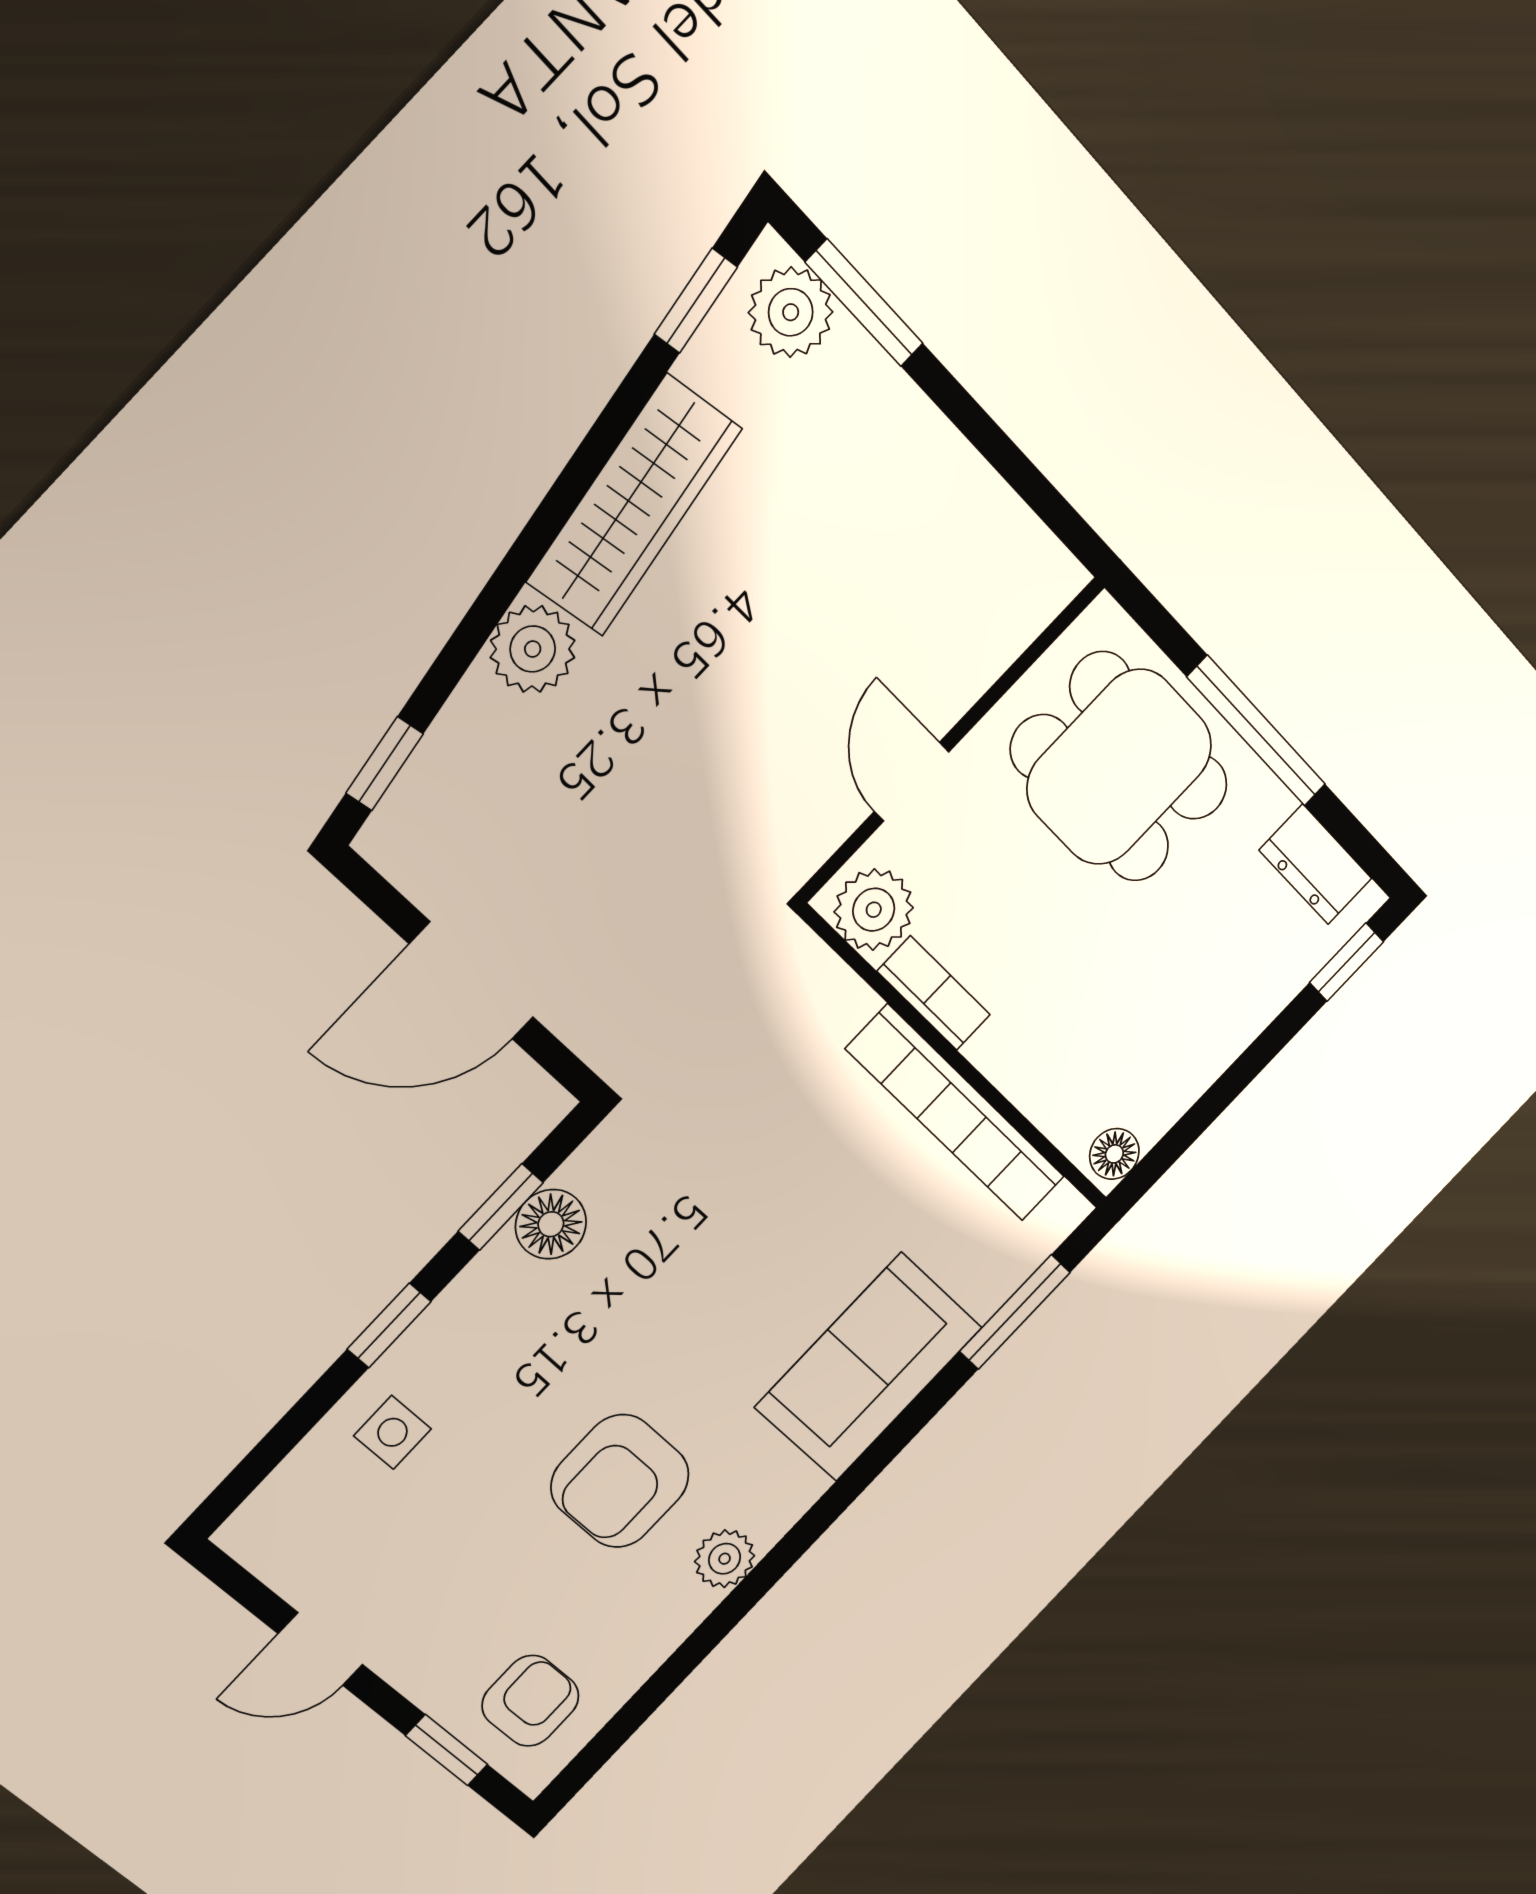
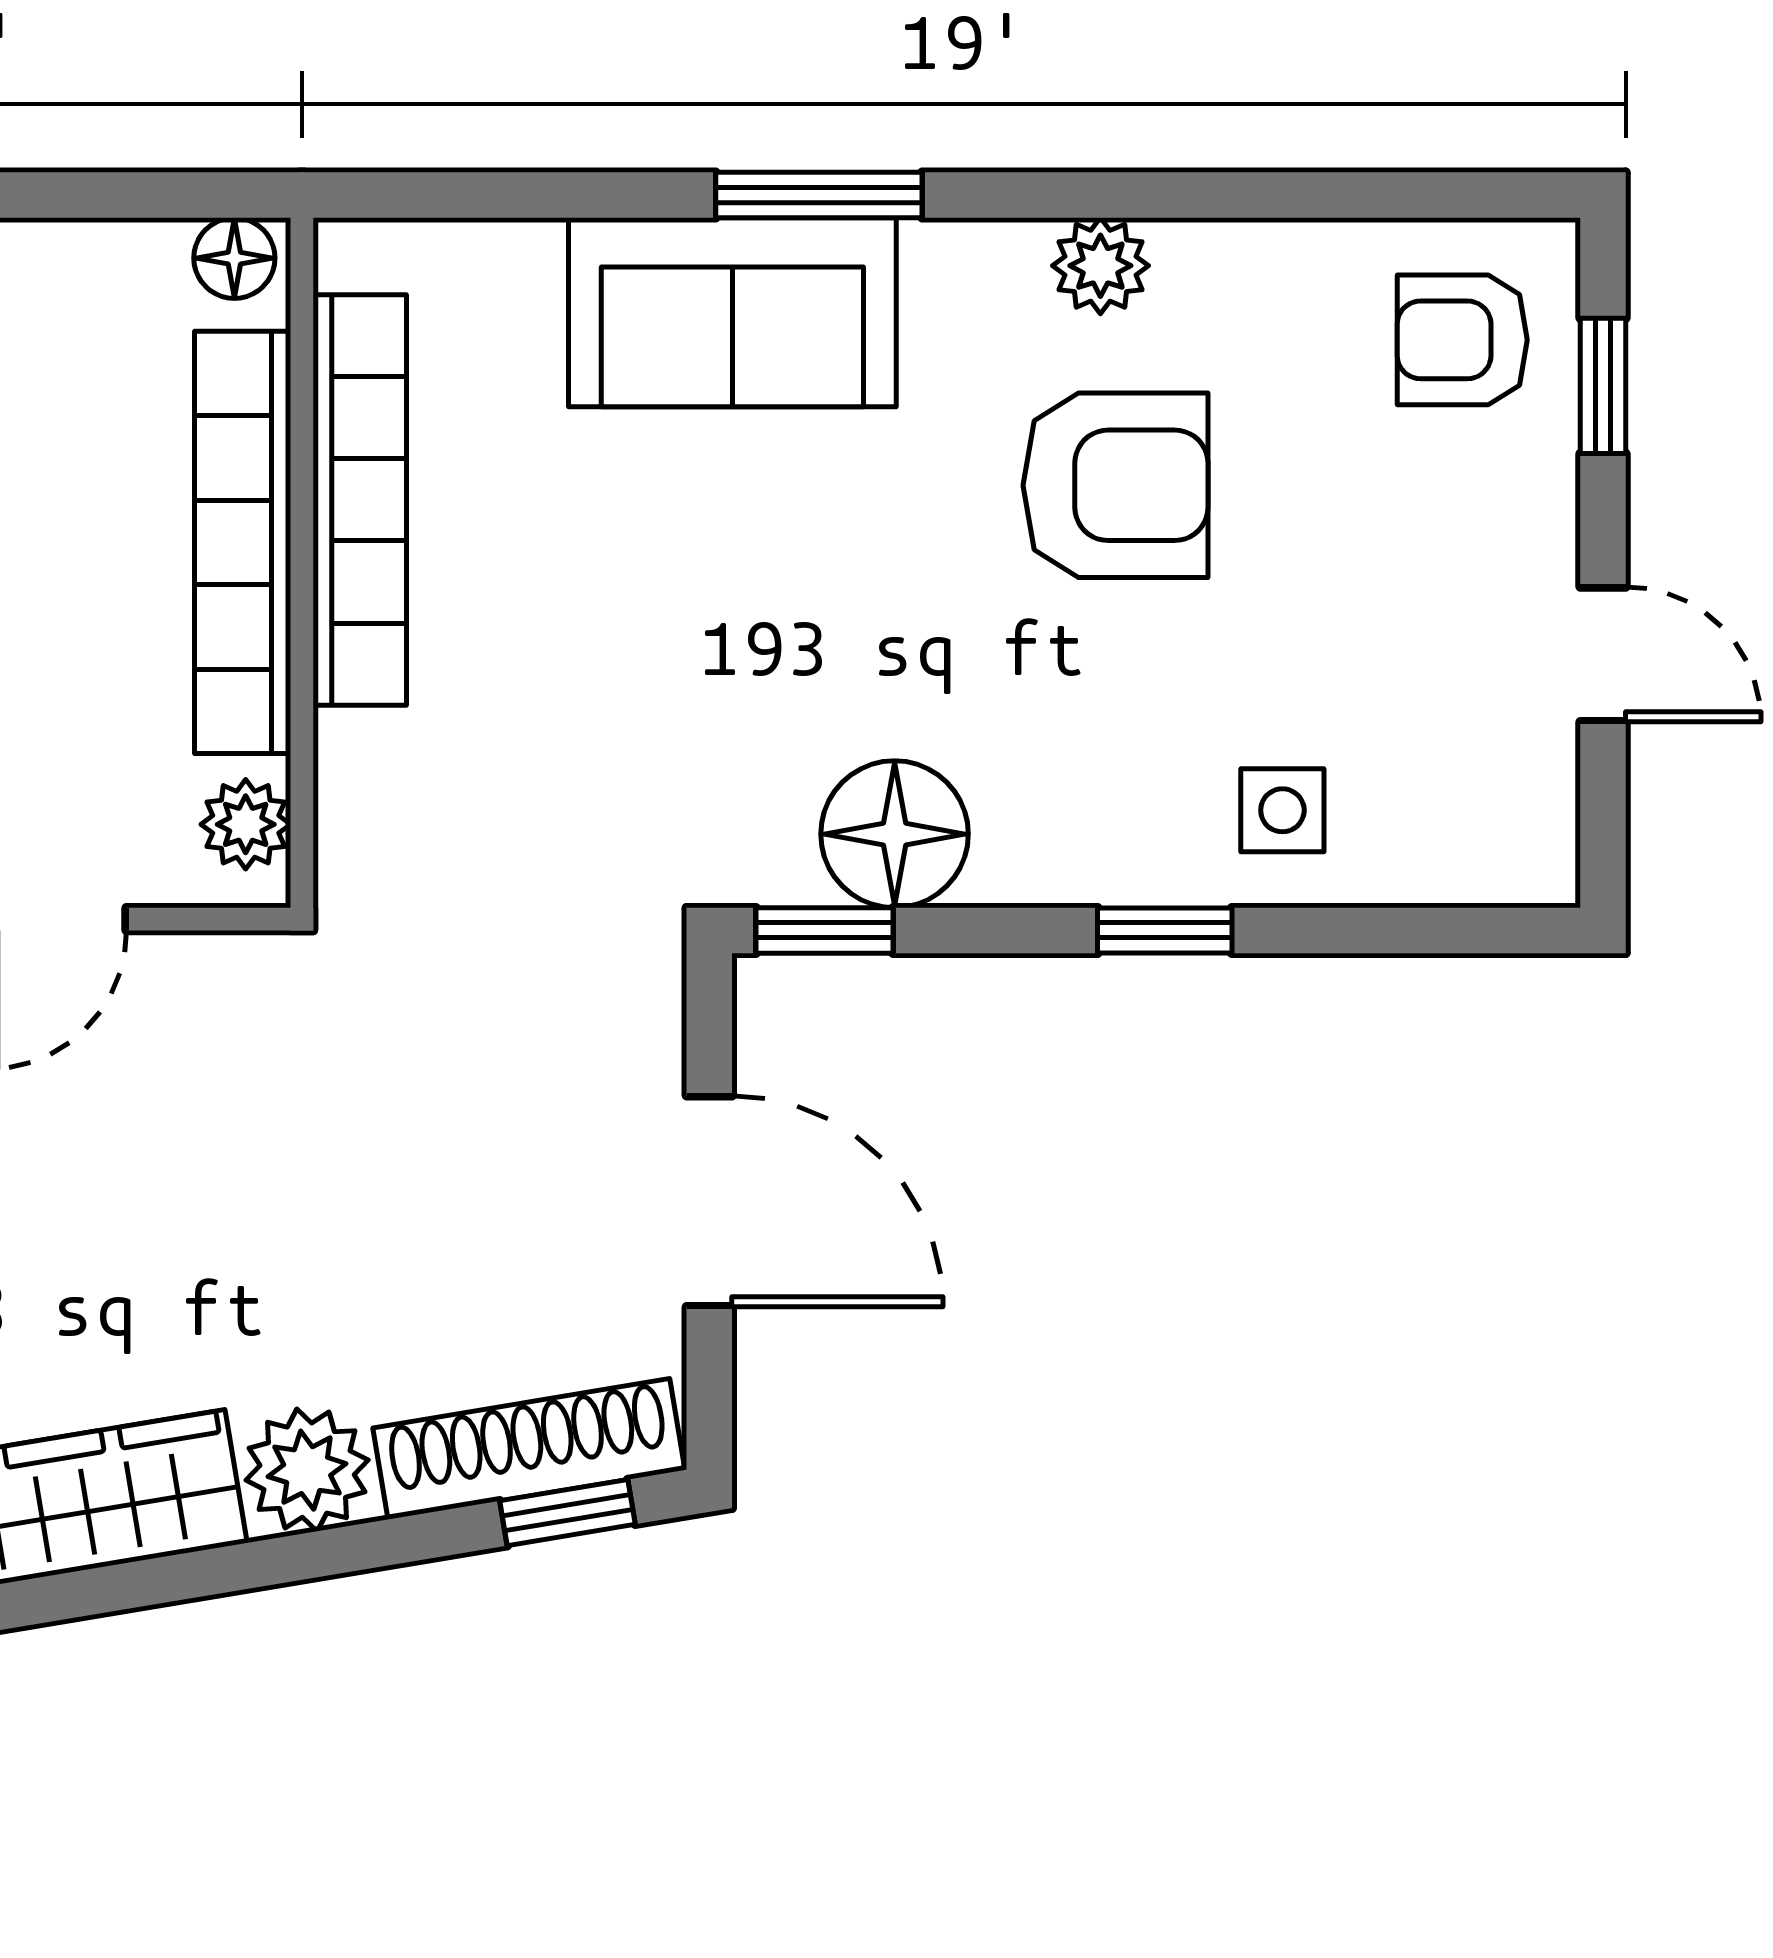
shoe rack: (435, 774) -> (529, 1449), added
plant: (874, 910) -> (246, 824), width x0.73, depth x0.73
bookcase: (934, 993) -> (243, 542), width x2.31, depth x1.31
window: (501, 1207) -> (824, 930), moved
floor lamp: (551, 1224) -> (895, 834), width x1.38, depth x1.38
window: (1015, 1312) -> (819, 195), moved

